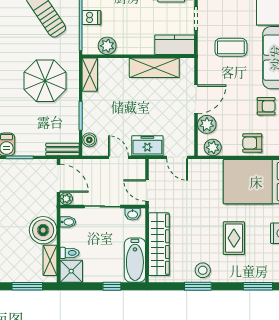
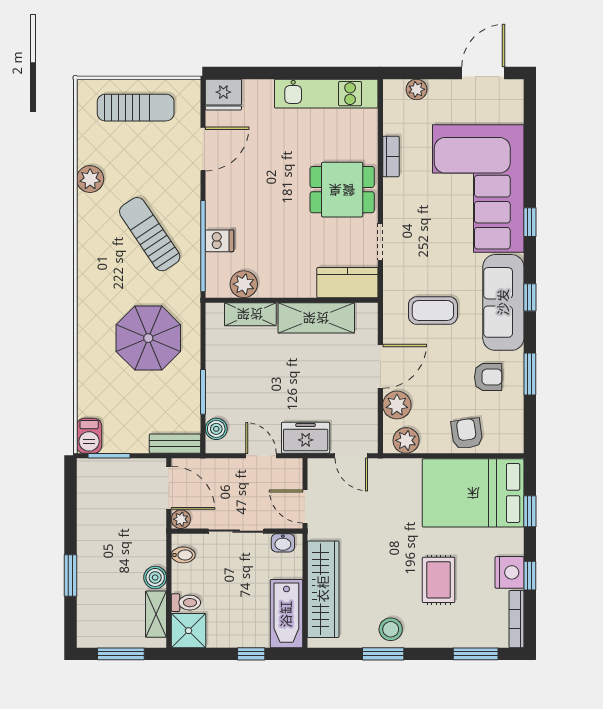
coffee table: (231, 47) -> (433, 310), moved
shelving: (90, 75) -> (250, 314), moved, turned 90
armchair: (252, 143) -> (467, 434), turned 82
boiler: (43, 230) -> (155, 577), width x0.54, depth x0.54

